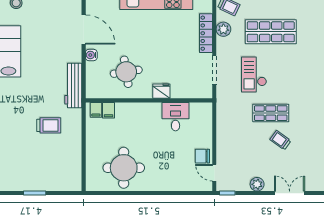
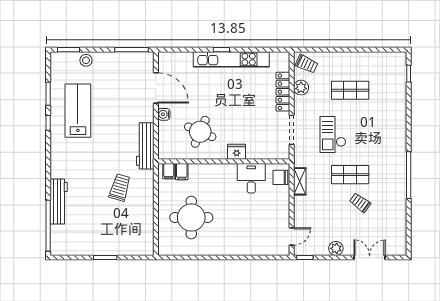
shop shelf: (271, 32) -> (350, 90), width x0.70, depth x0.74
round table: (126, 72) -> (200, 132), turned 32
shelving: (222, 120) -> (300, 181), added
trolley: (49, 125) -> (120, 187), turned -74
chair: (202, 156) -> (280, 177), moved
round table: (124, 168) -> (191, 217), moved
door: (214, 173) -> (292, 236), swing flipped

